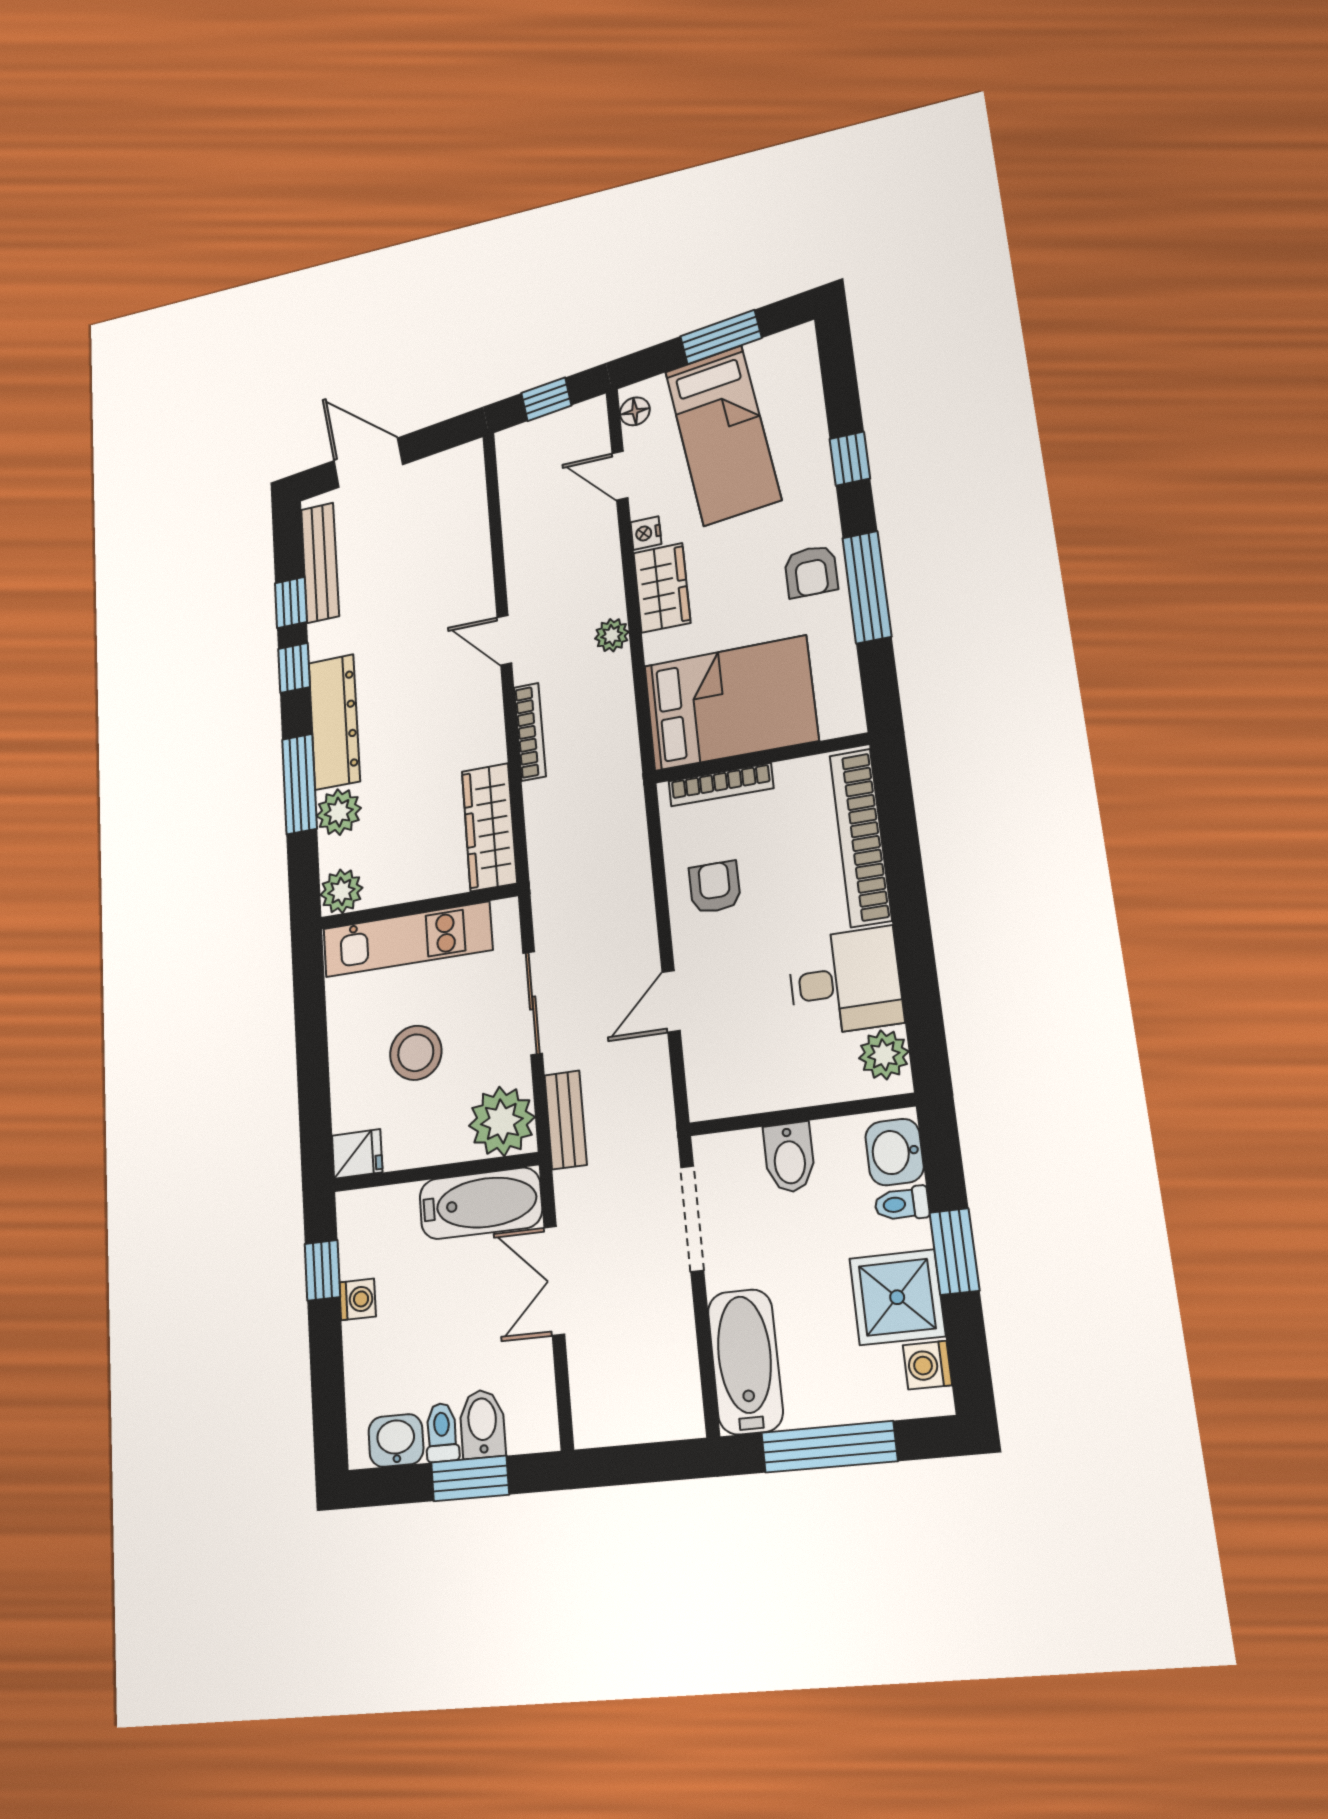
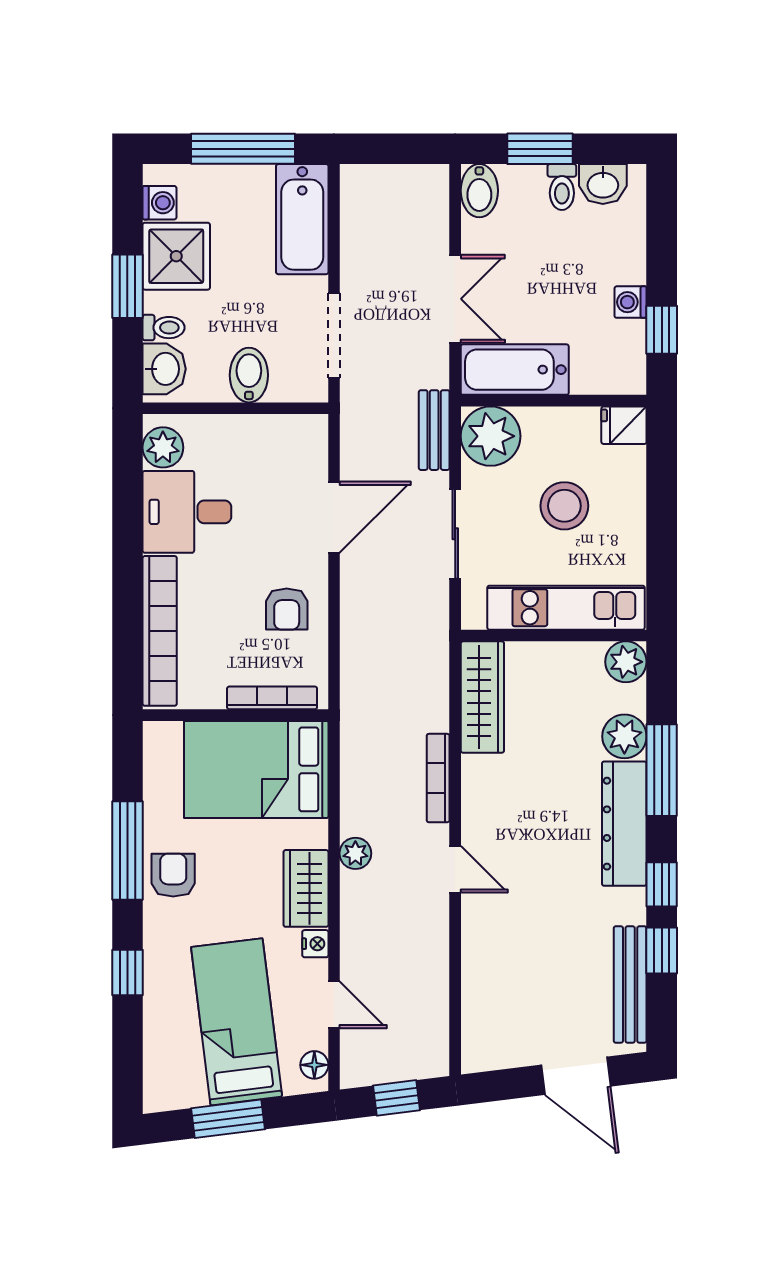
door: (671, 1001) -> (334, 517), width x1.38
bidet: (482, 1424) -> (479, 191), moved

